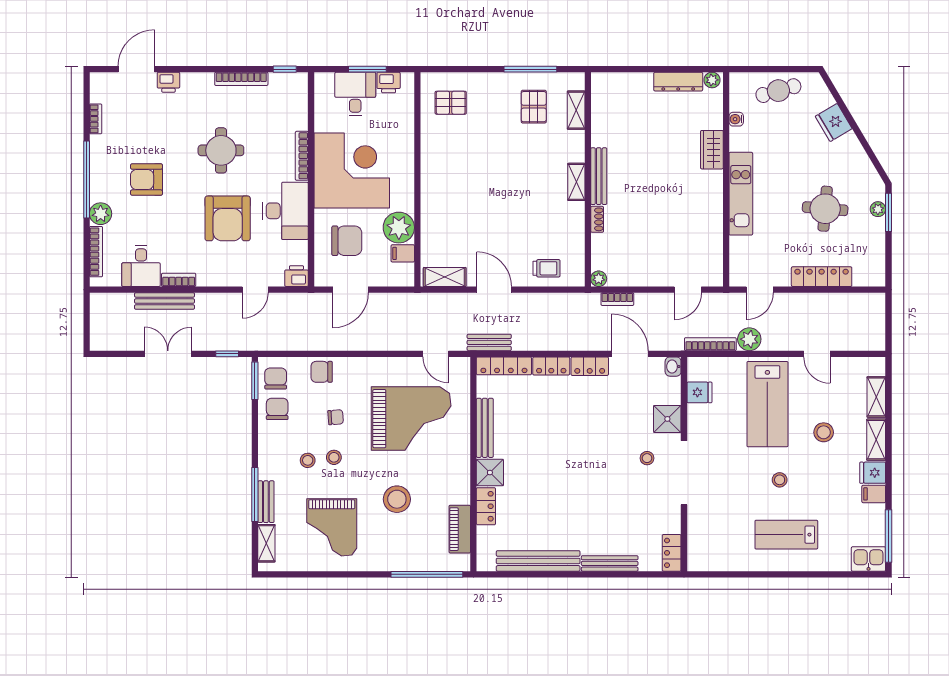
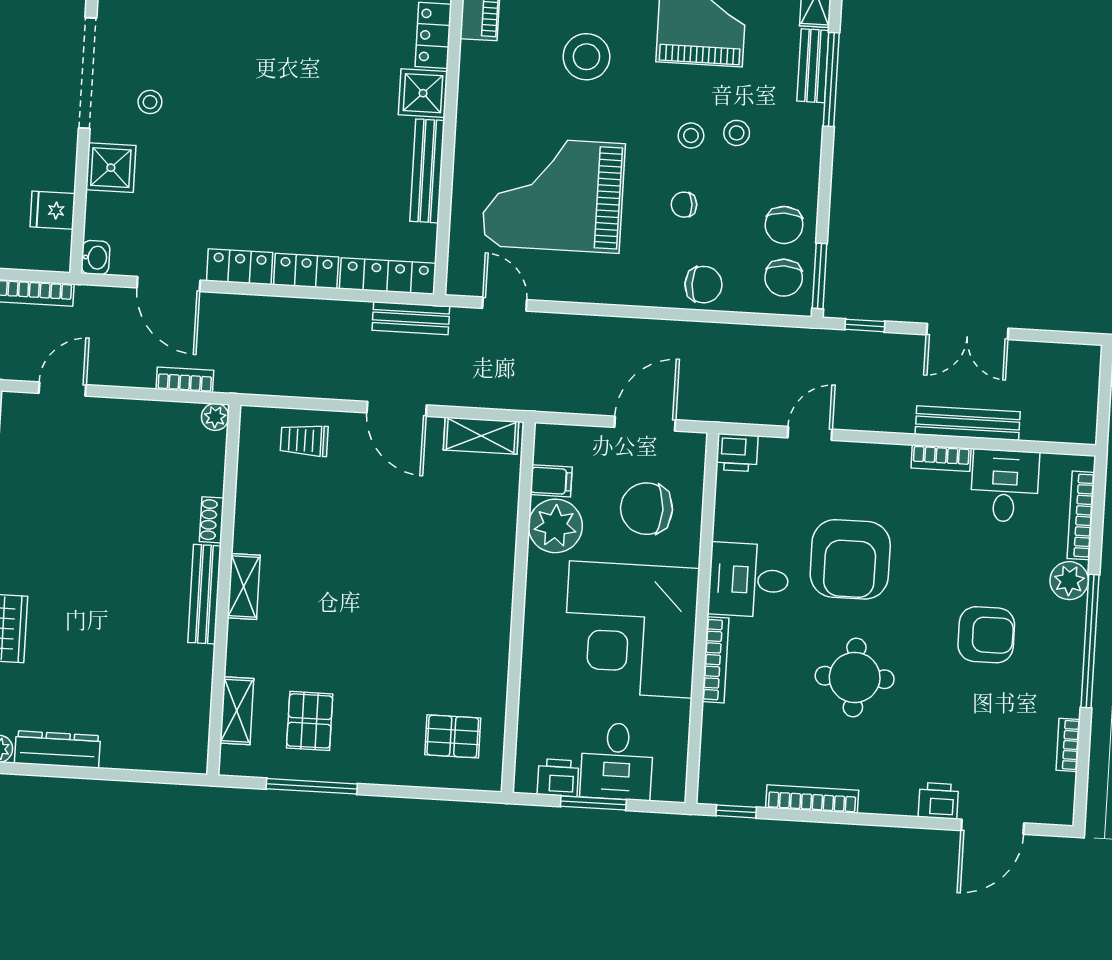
desk: (285, 211) -> (749, 580), width x0.73
armchair: (228, 218) -> (850, 559), turned 180

